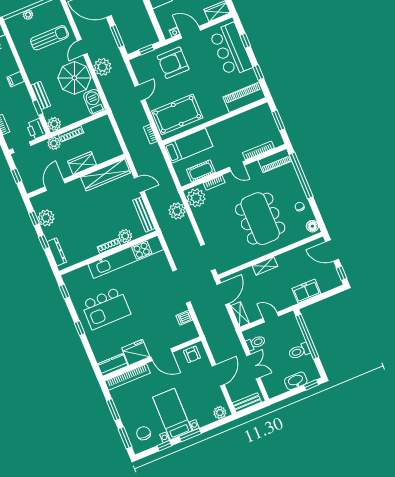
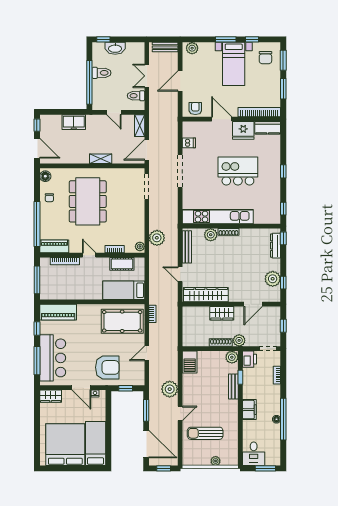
window: (245, 41) -> (37, 361), width x2.17
parasol: (74, 78) -> (198, 390), removed
filing cabinet: (16, 79) -> (249, 410), width x2.00
window: (278, 120) -> (37, 280), width x1.44
plant: (196, 198) -> (140, 246), width x0.53, depth x0.53
window: (44, 242) -> (283, 238), moved
kitchen island: (106, 308) -> (238, 171), moved

